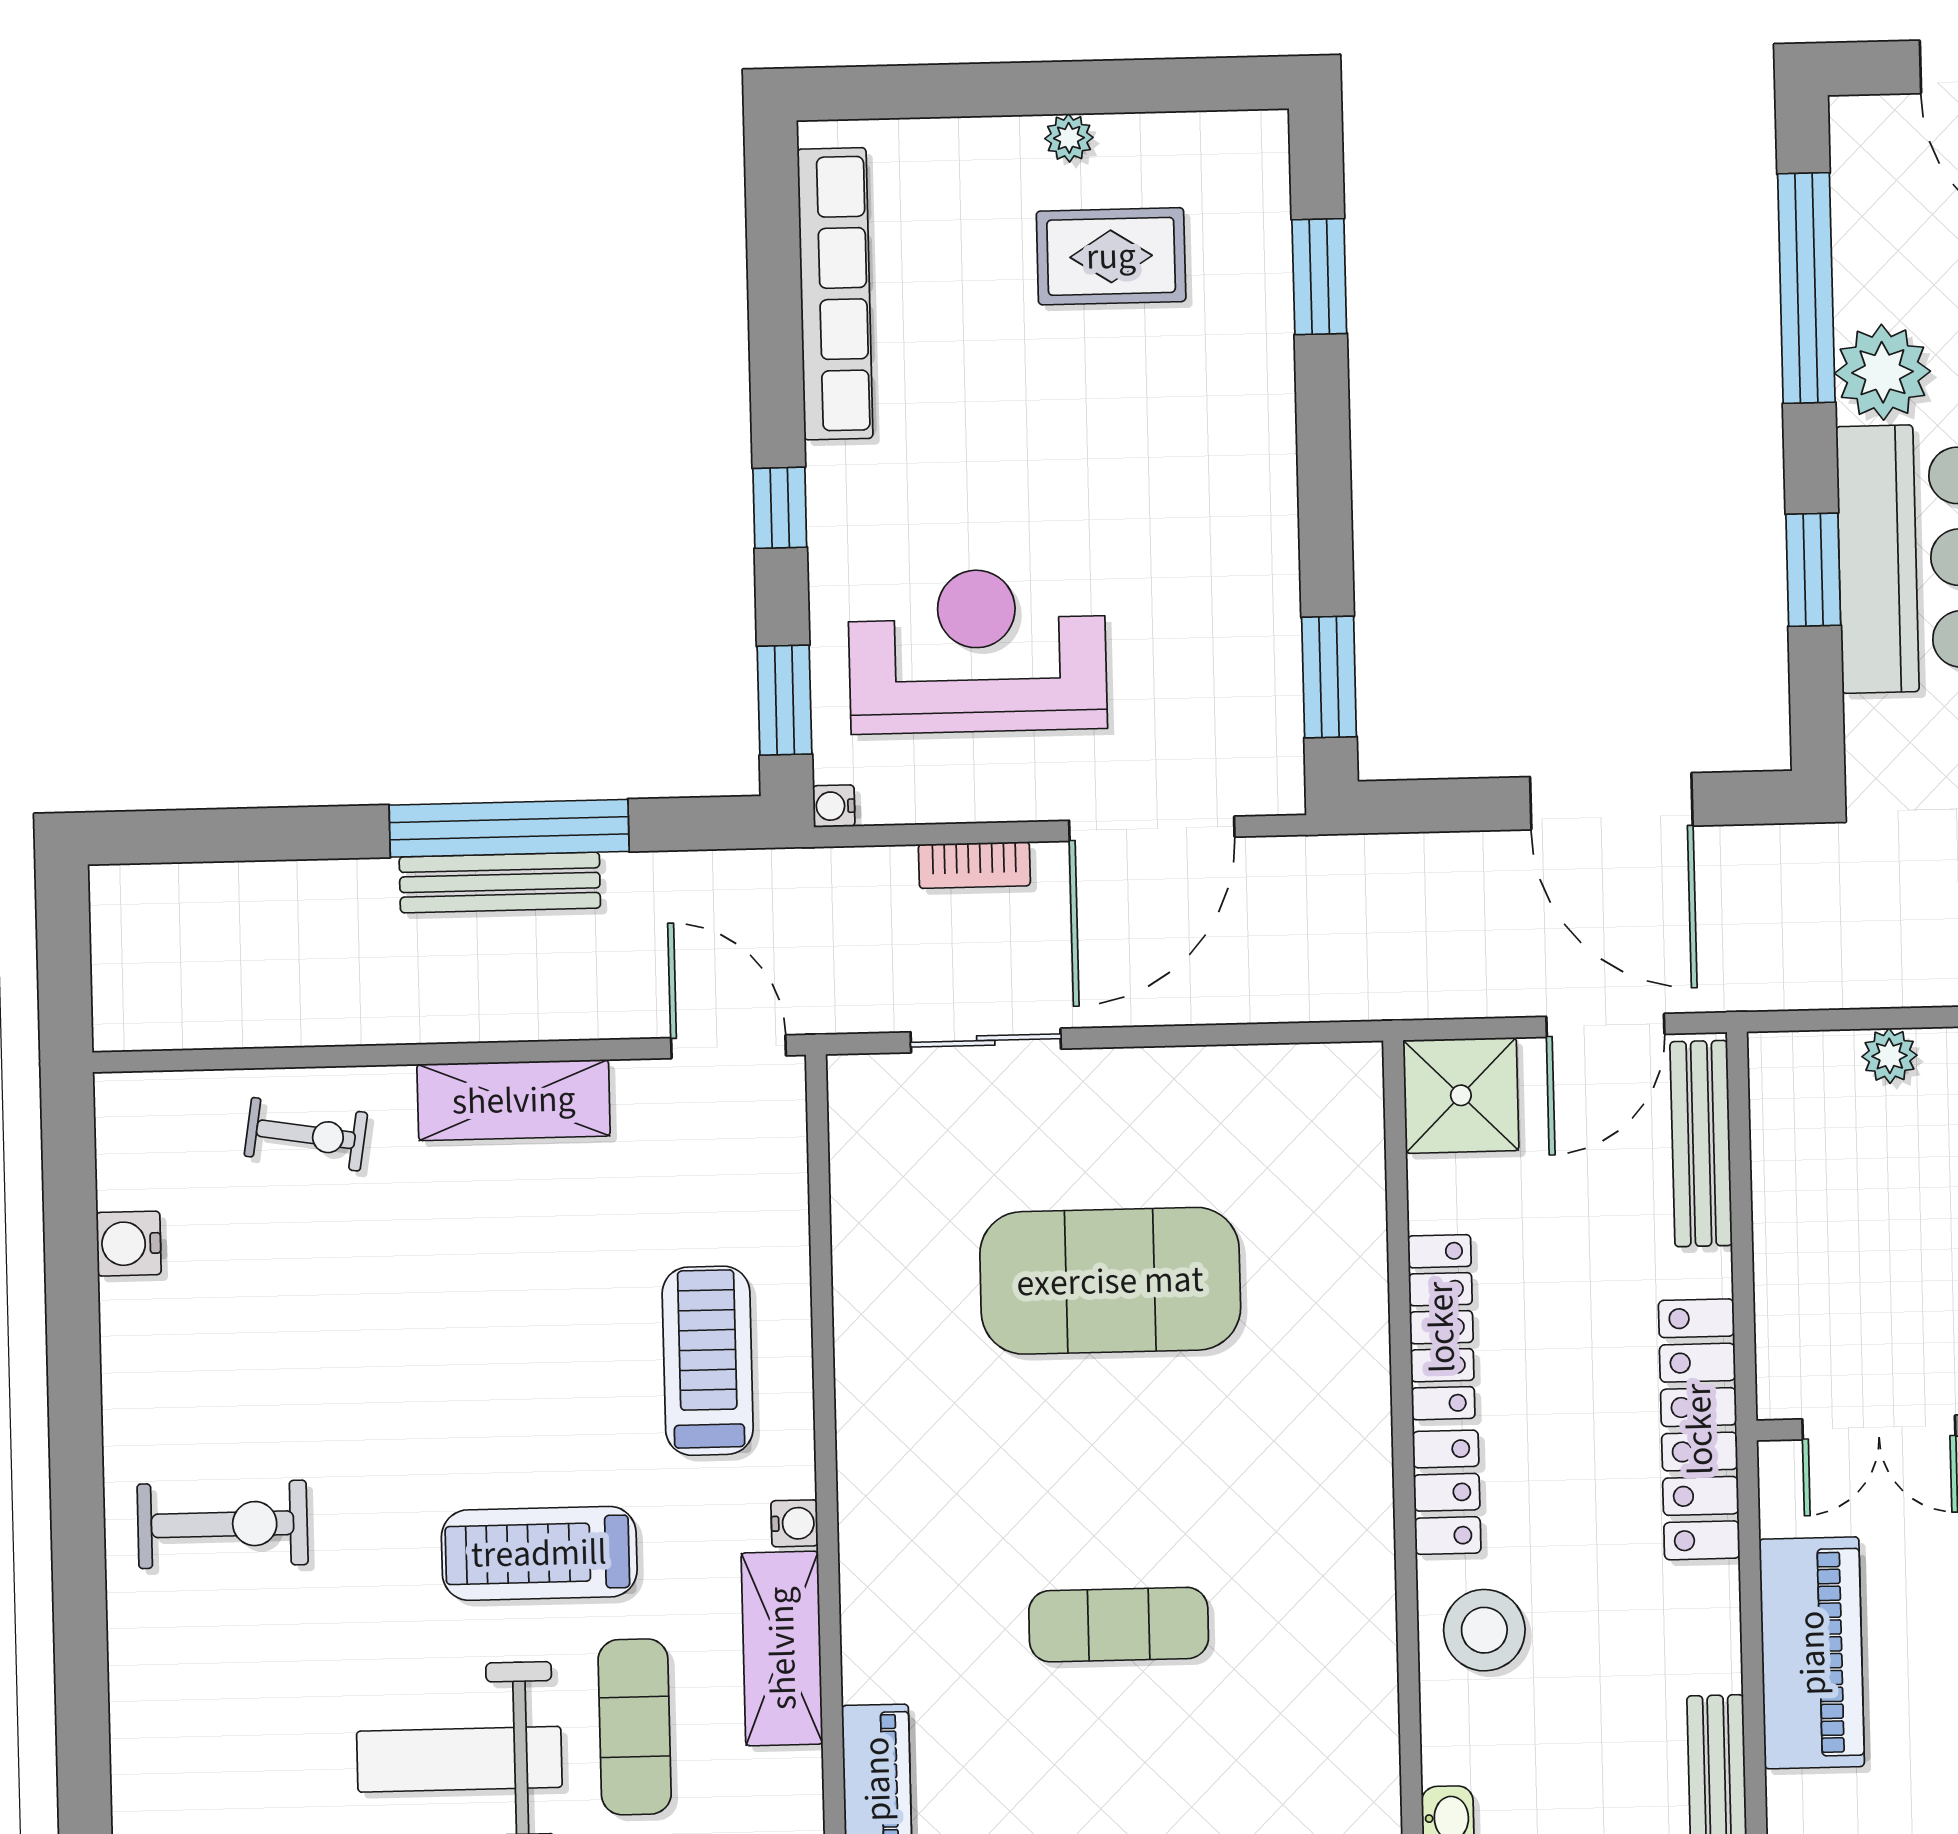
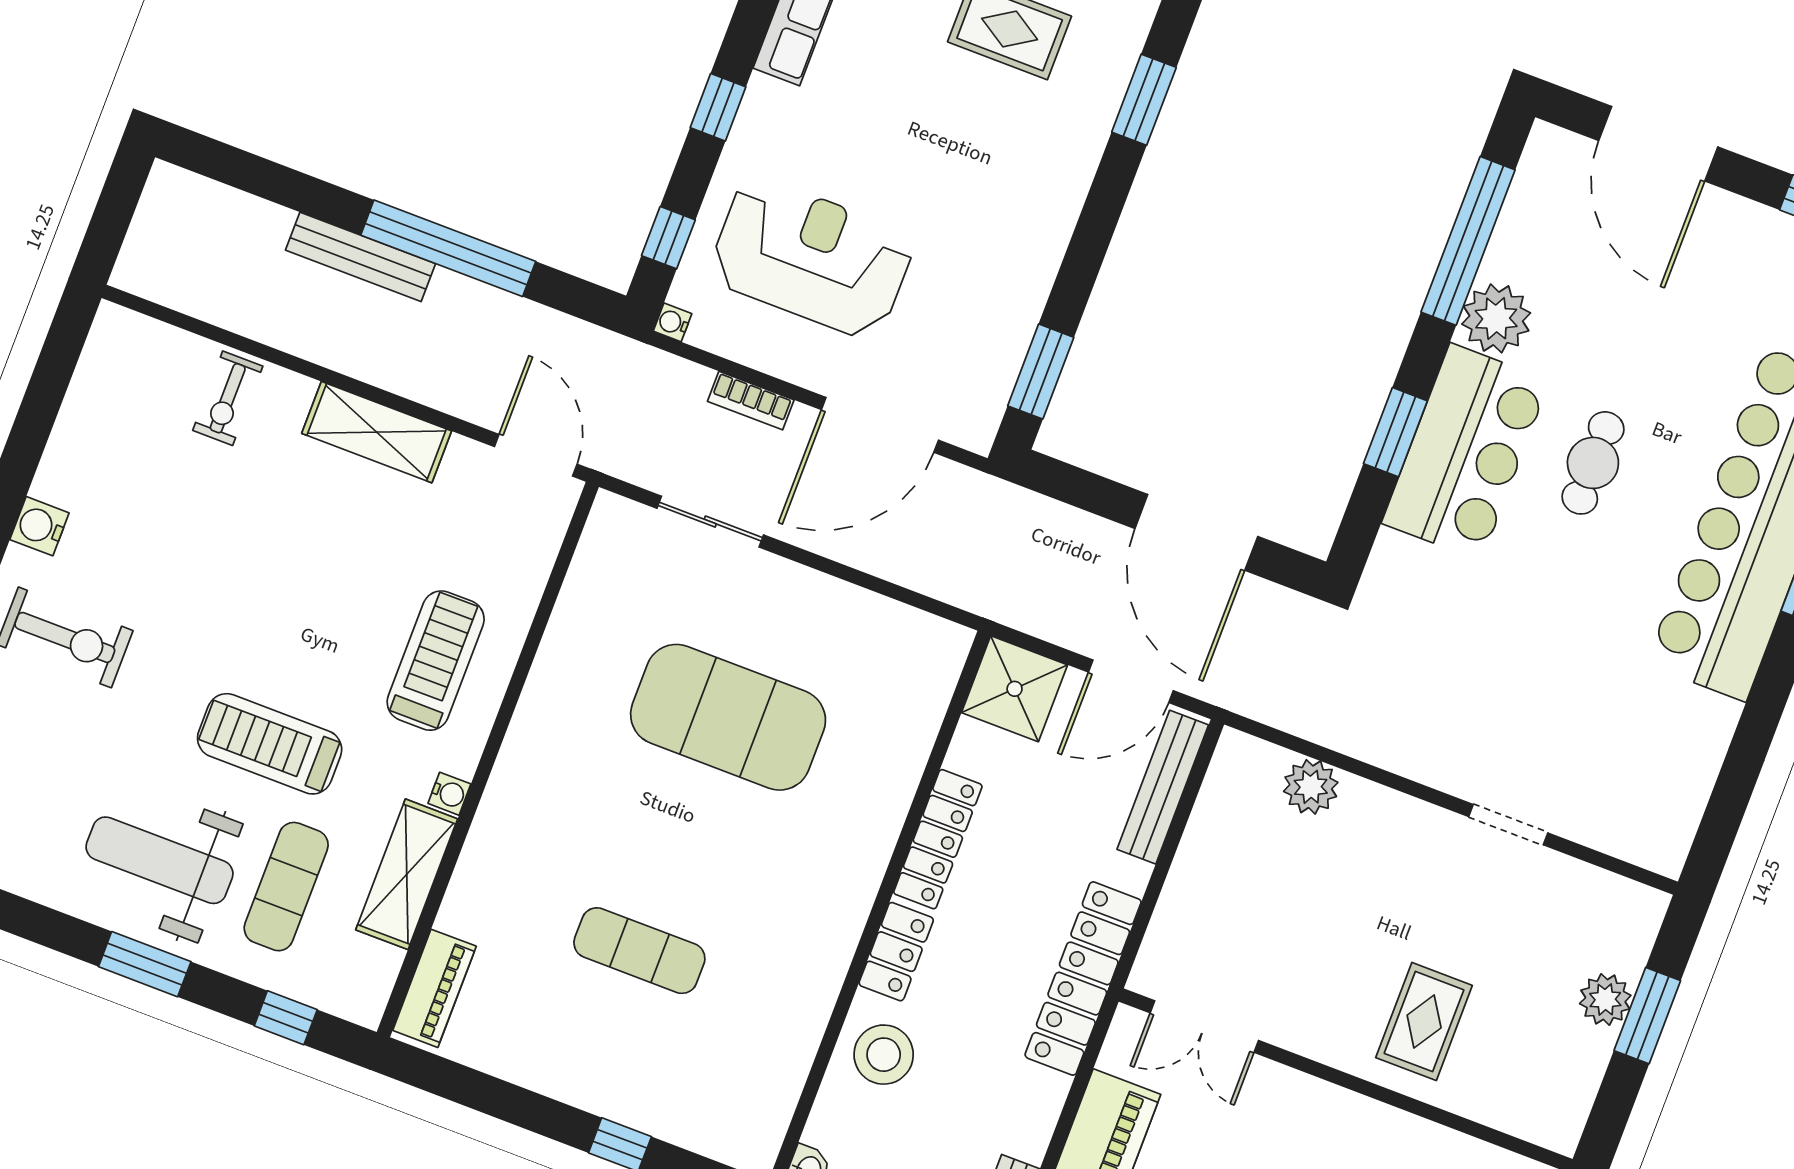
window: (785, 700) -> (668, 238), width x0.67
bench: (500, 882) -> (360, 257), moved
plant: (1890, 1056) -> (1311, 787), width x1.38, depth x1.38
exercise bike: (306, 1134) -> (228, 398), turned 81
water cooler: (129, 1244) -> (39, 526), moved

